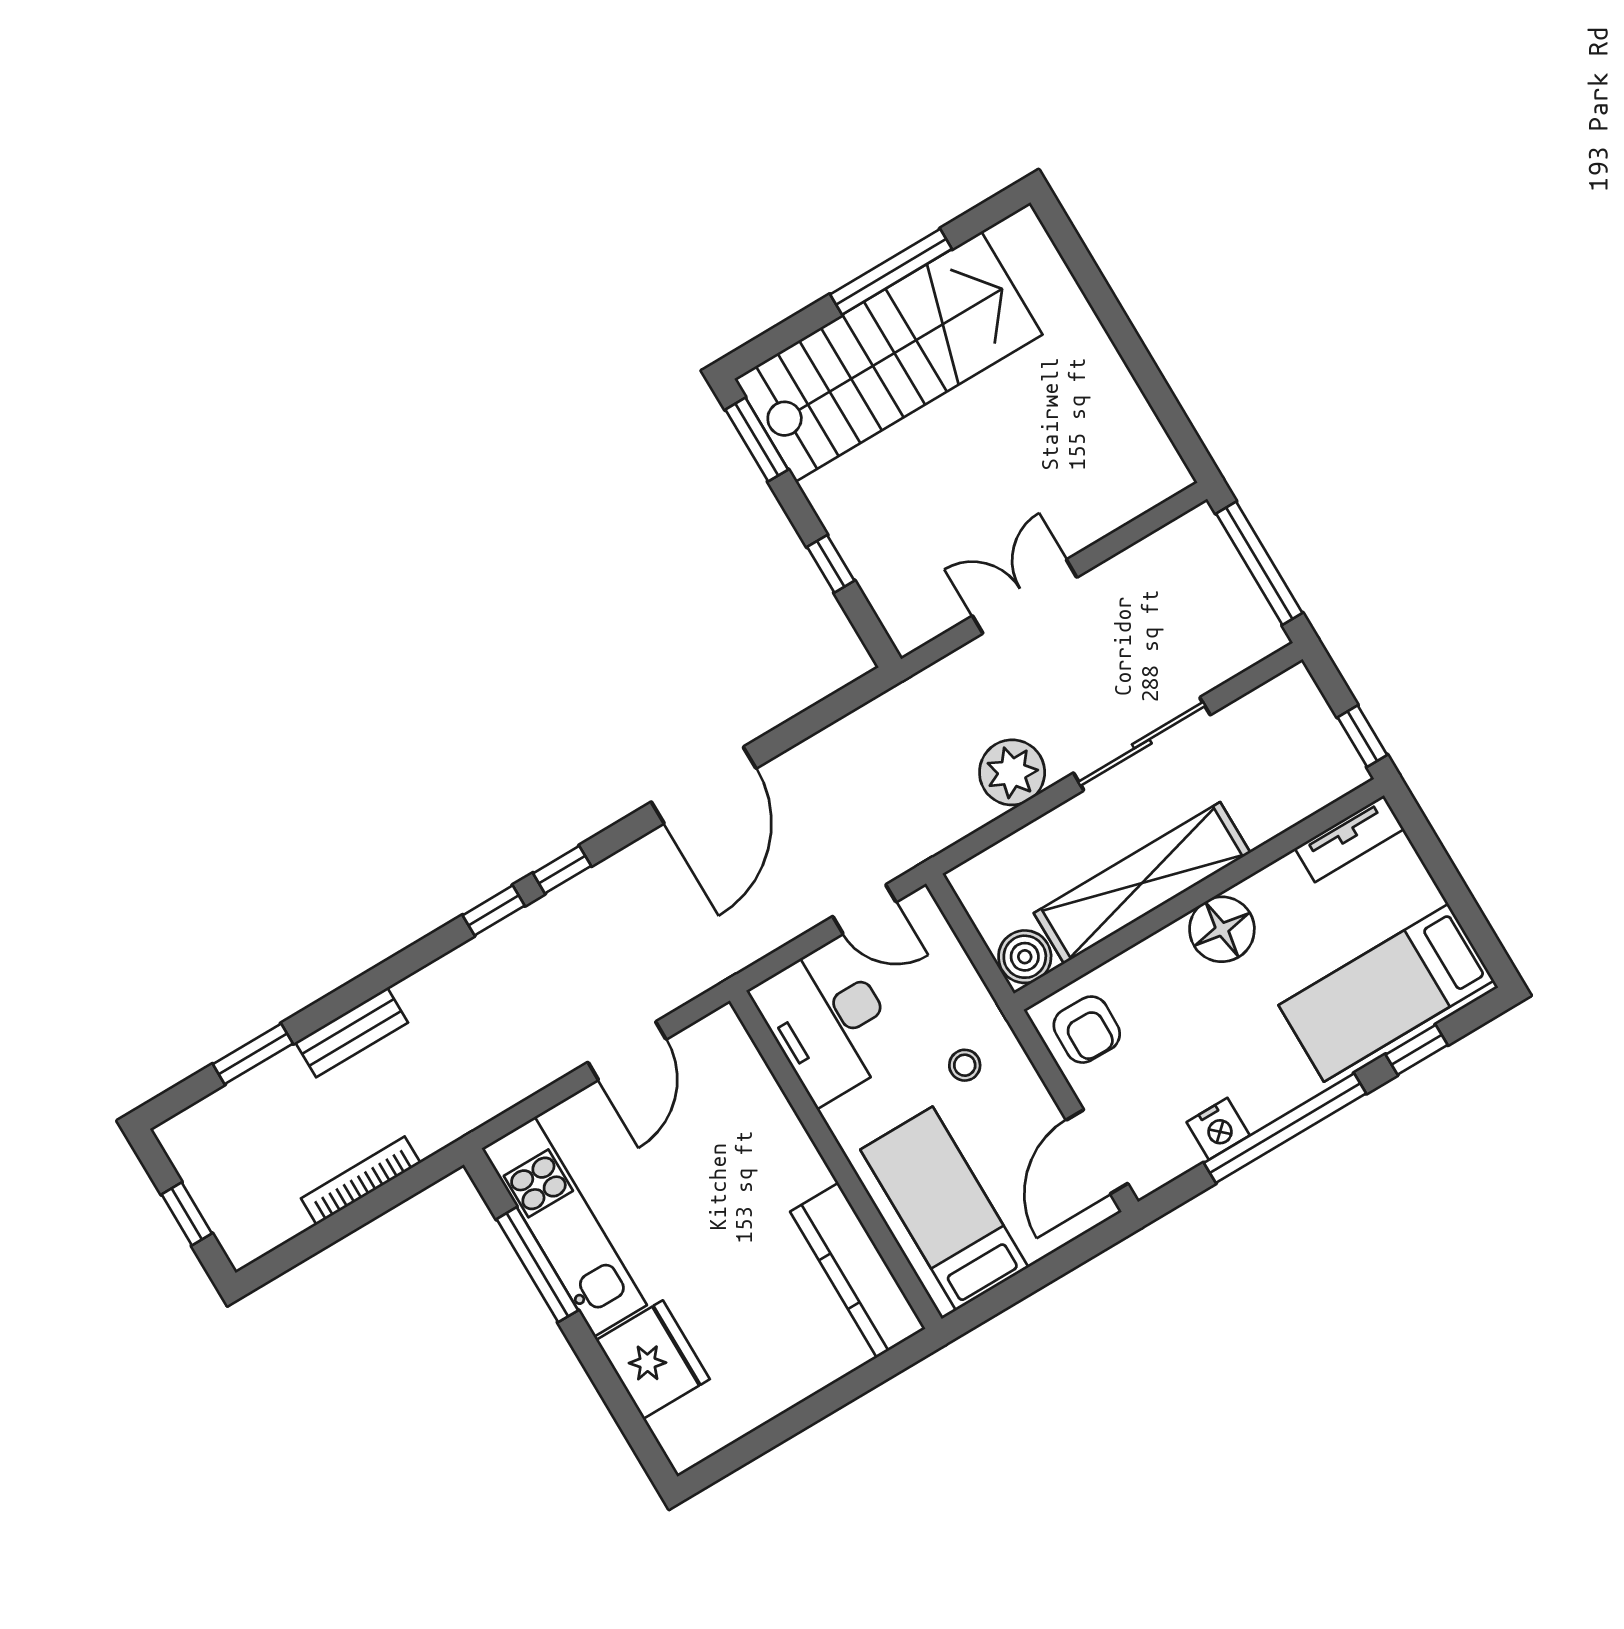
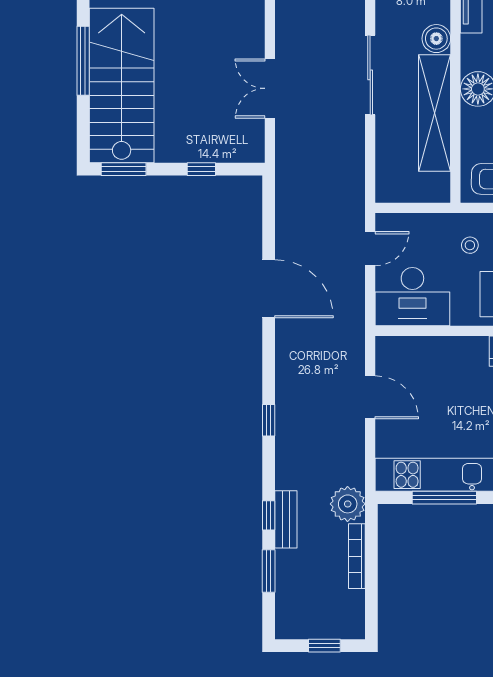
plant: (1012, 772) -> (348, 504), moved
window: (562, 870) -> (269, 515), moved
boiler: (1025, 957) -> (436, 39), moved

